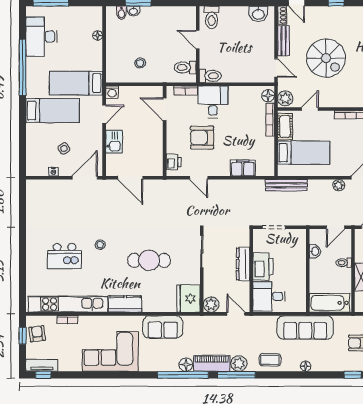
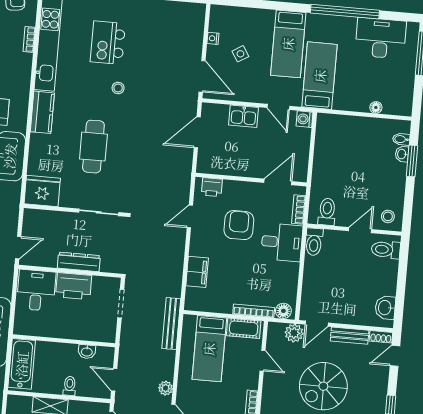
stool: (140, 63) -> (388, 216), moved
plant: (285, 98) -> (294, 333), moved
plant: (211, 305) -> (32, 218), removed

